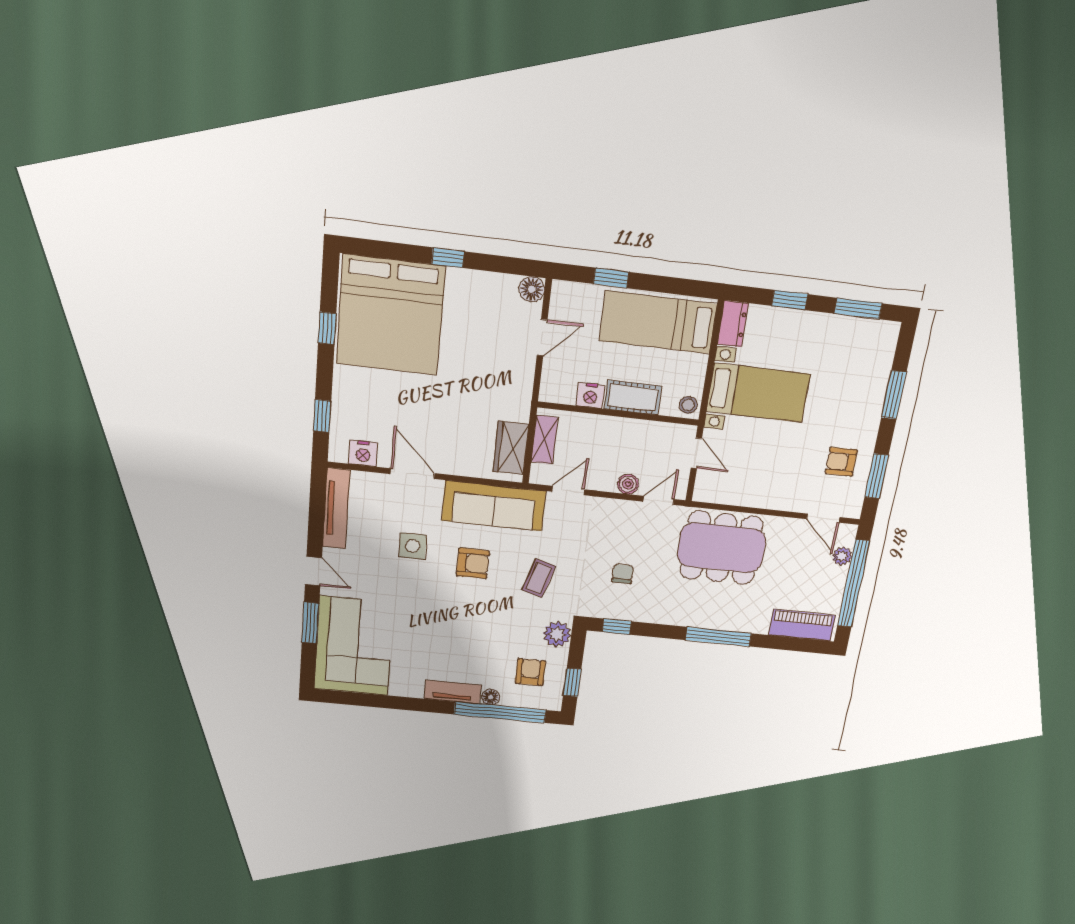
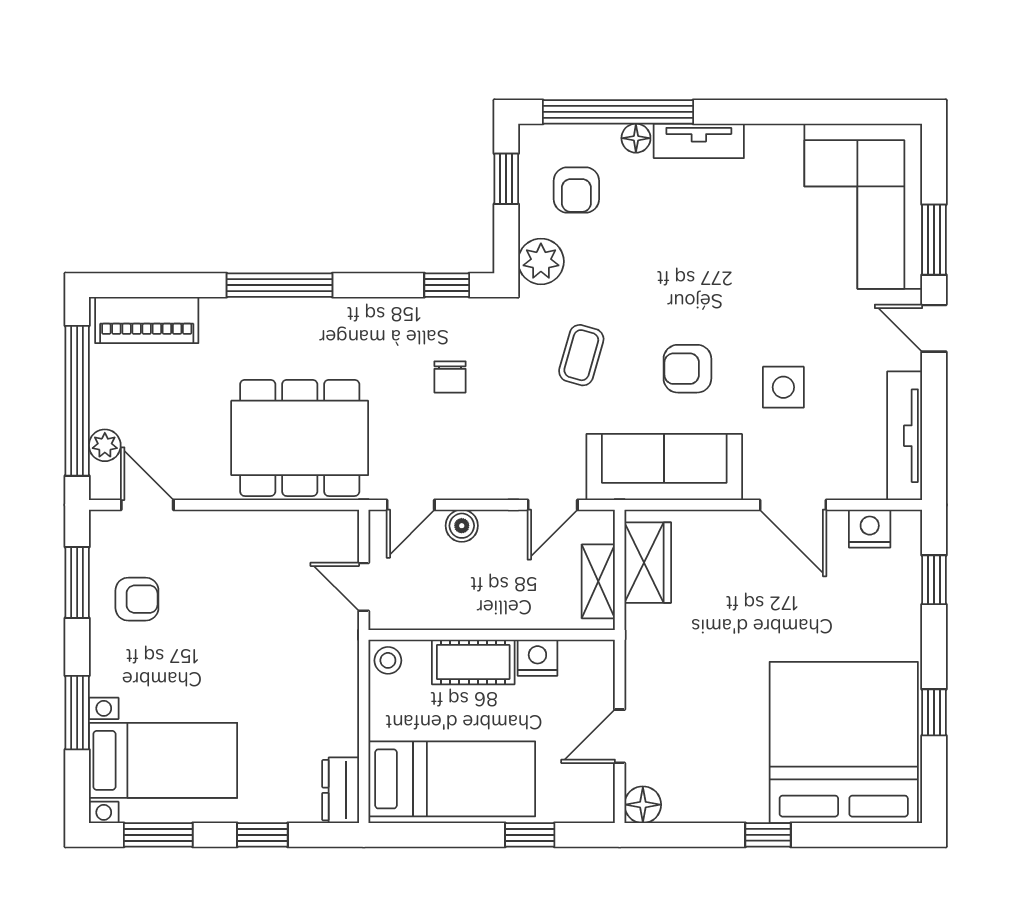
bed with nightstands: (758, 393) -> (163, 760), moved, turned 180

